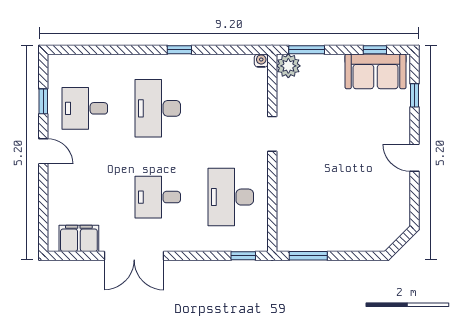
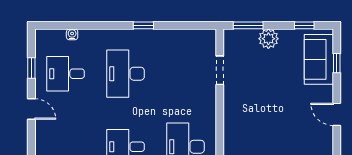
water cooler: (261, 61) -> (72, 34), moved
plant: (288, 66) -> (268, 39), moved
sofa: (376, 71) -> (319, 59), moved, turned 90
doorway: (272, 134) -> (220, 70), moved

